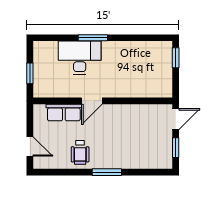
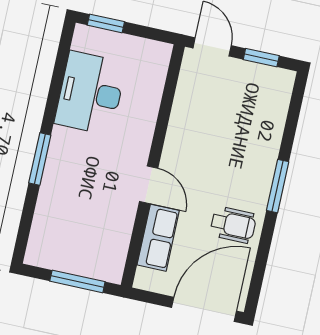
desk: (80, 58) -> (90, 93), moved
window: (30, 73) -> (77, 281), width x1.50
door: (30, 147) -> (204, 309), width x1.88

